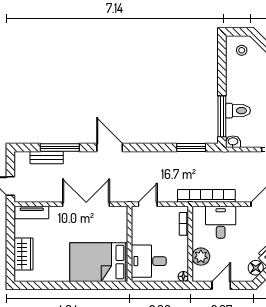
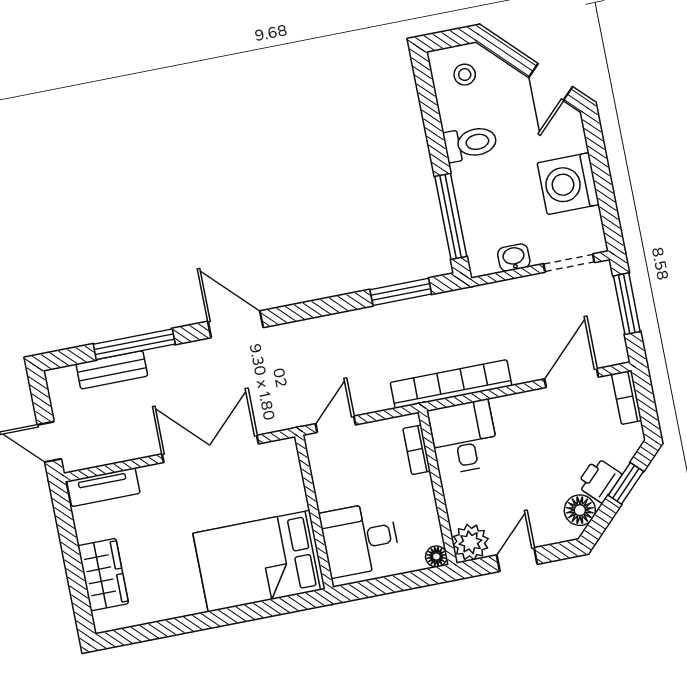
toilet: (238, 111) -> (470, 143), moved
washbasin: (233, 142) -> (514, 258), moved
desk: (221, 222) -> (464, 437), moved
plant: (201, 257) -> (471, 542), moved

